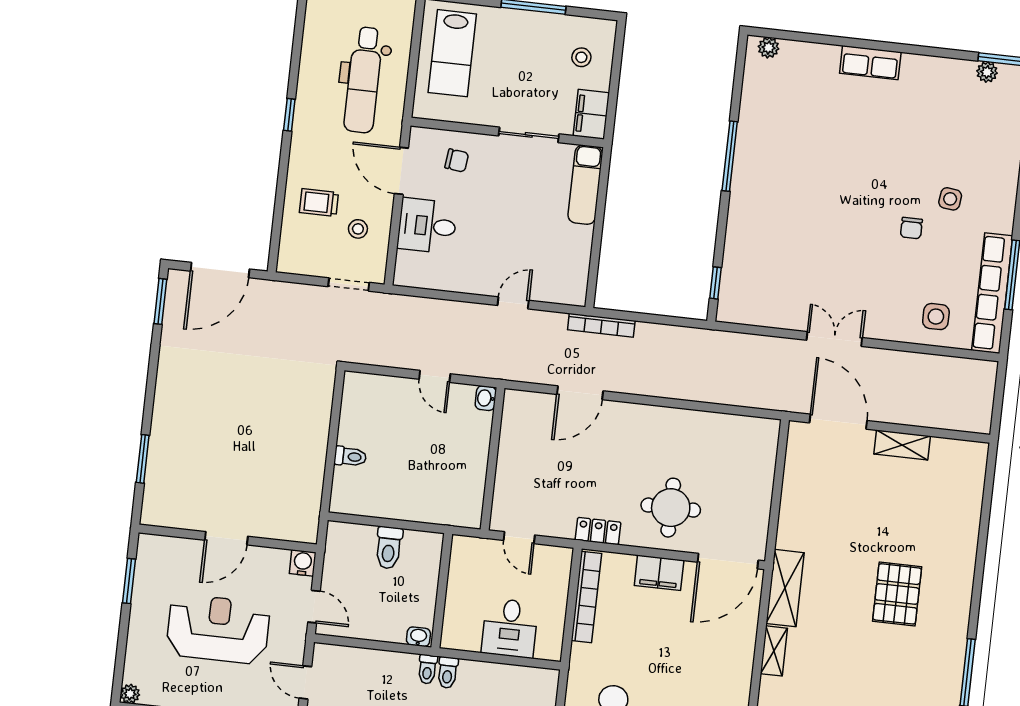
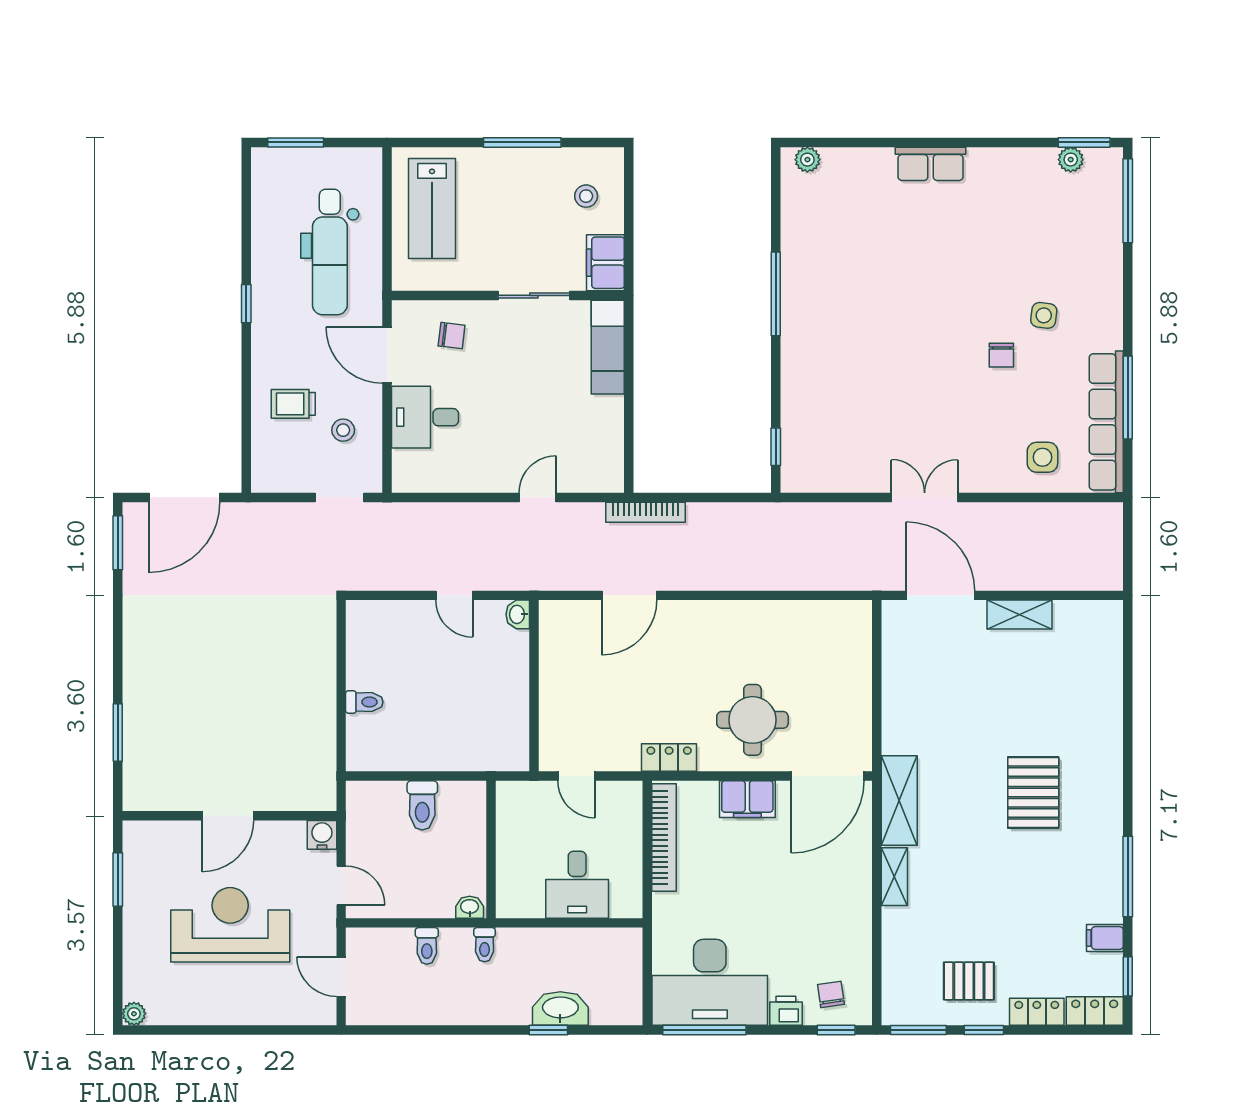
toilet: (448, 673) -> (427, 946), moved

